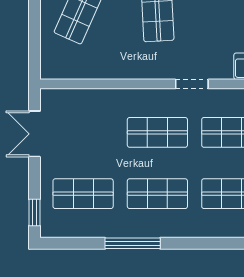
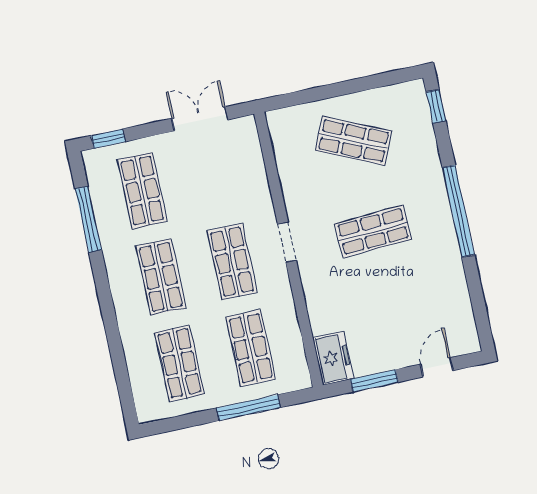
doorway: (192, 84) -> (287, 242), moved
window: (133, 243) -> (88, 219), moved

